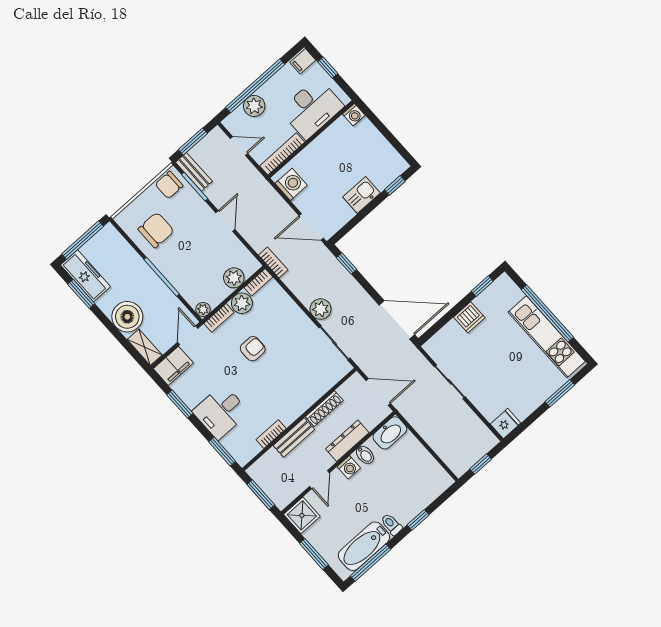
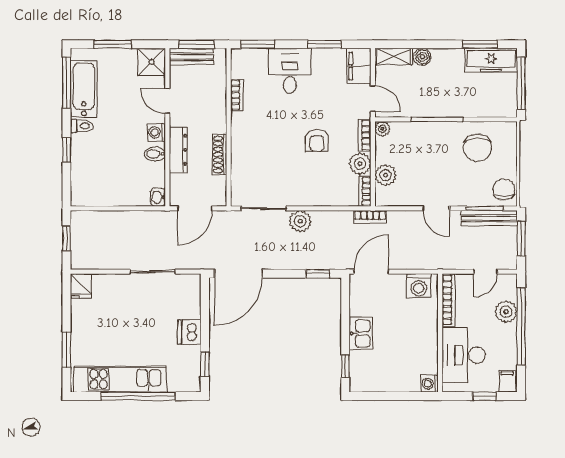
bench: (194, 172) -> (489, 218), width x1.36
boiler: (127, 317) -> (422, 57), width x0.54, depth x0.54
washbasin: (390, 433) -> (158, 197), width x0.52, depth x0.69
bench: (294, 437) -> (191, 57), moved, turned 90

